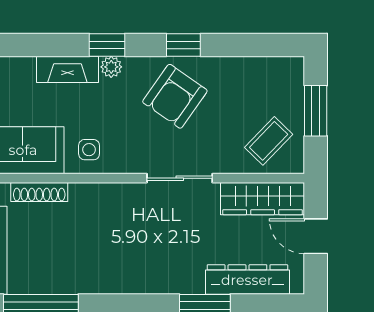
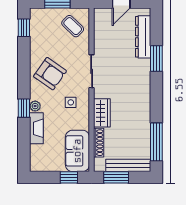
window: (183, 45) -> (24, 28), moved
side table: (89, 150) -> (71, 102), moved
wardrobe: (263, 199) -> (102, 113), moved, width x0.67

